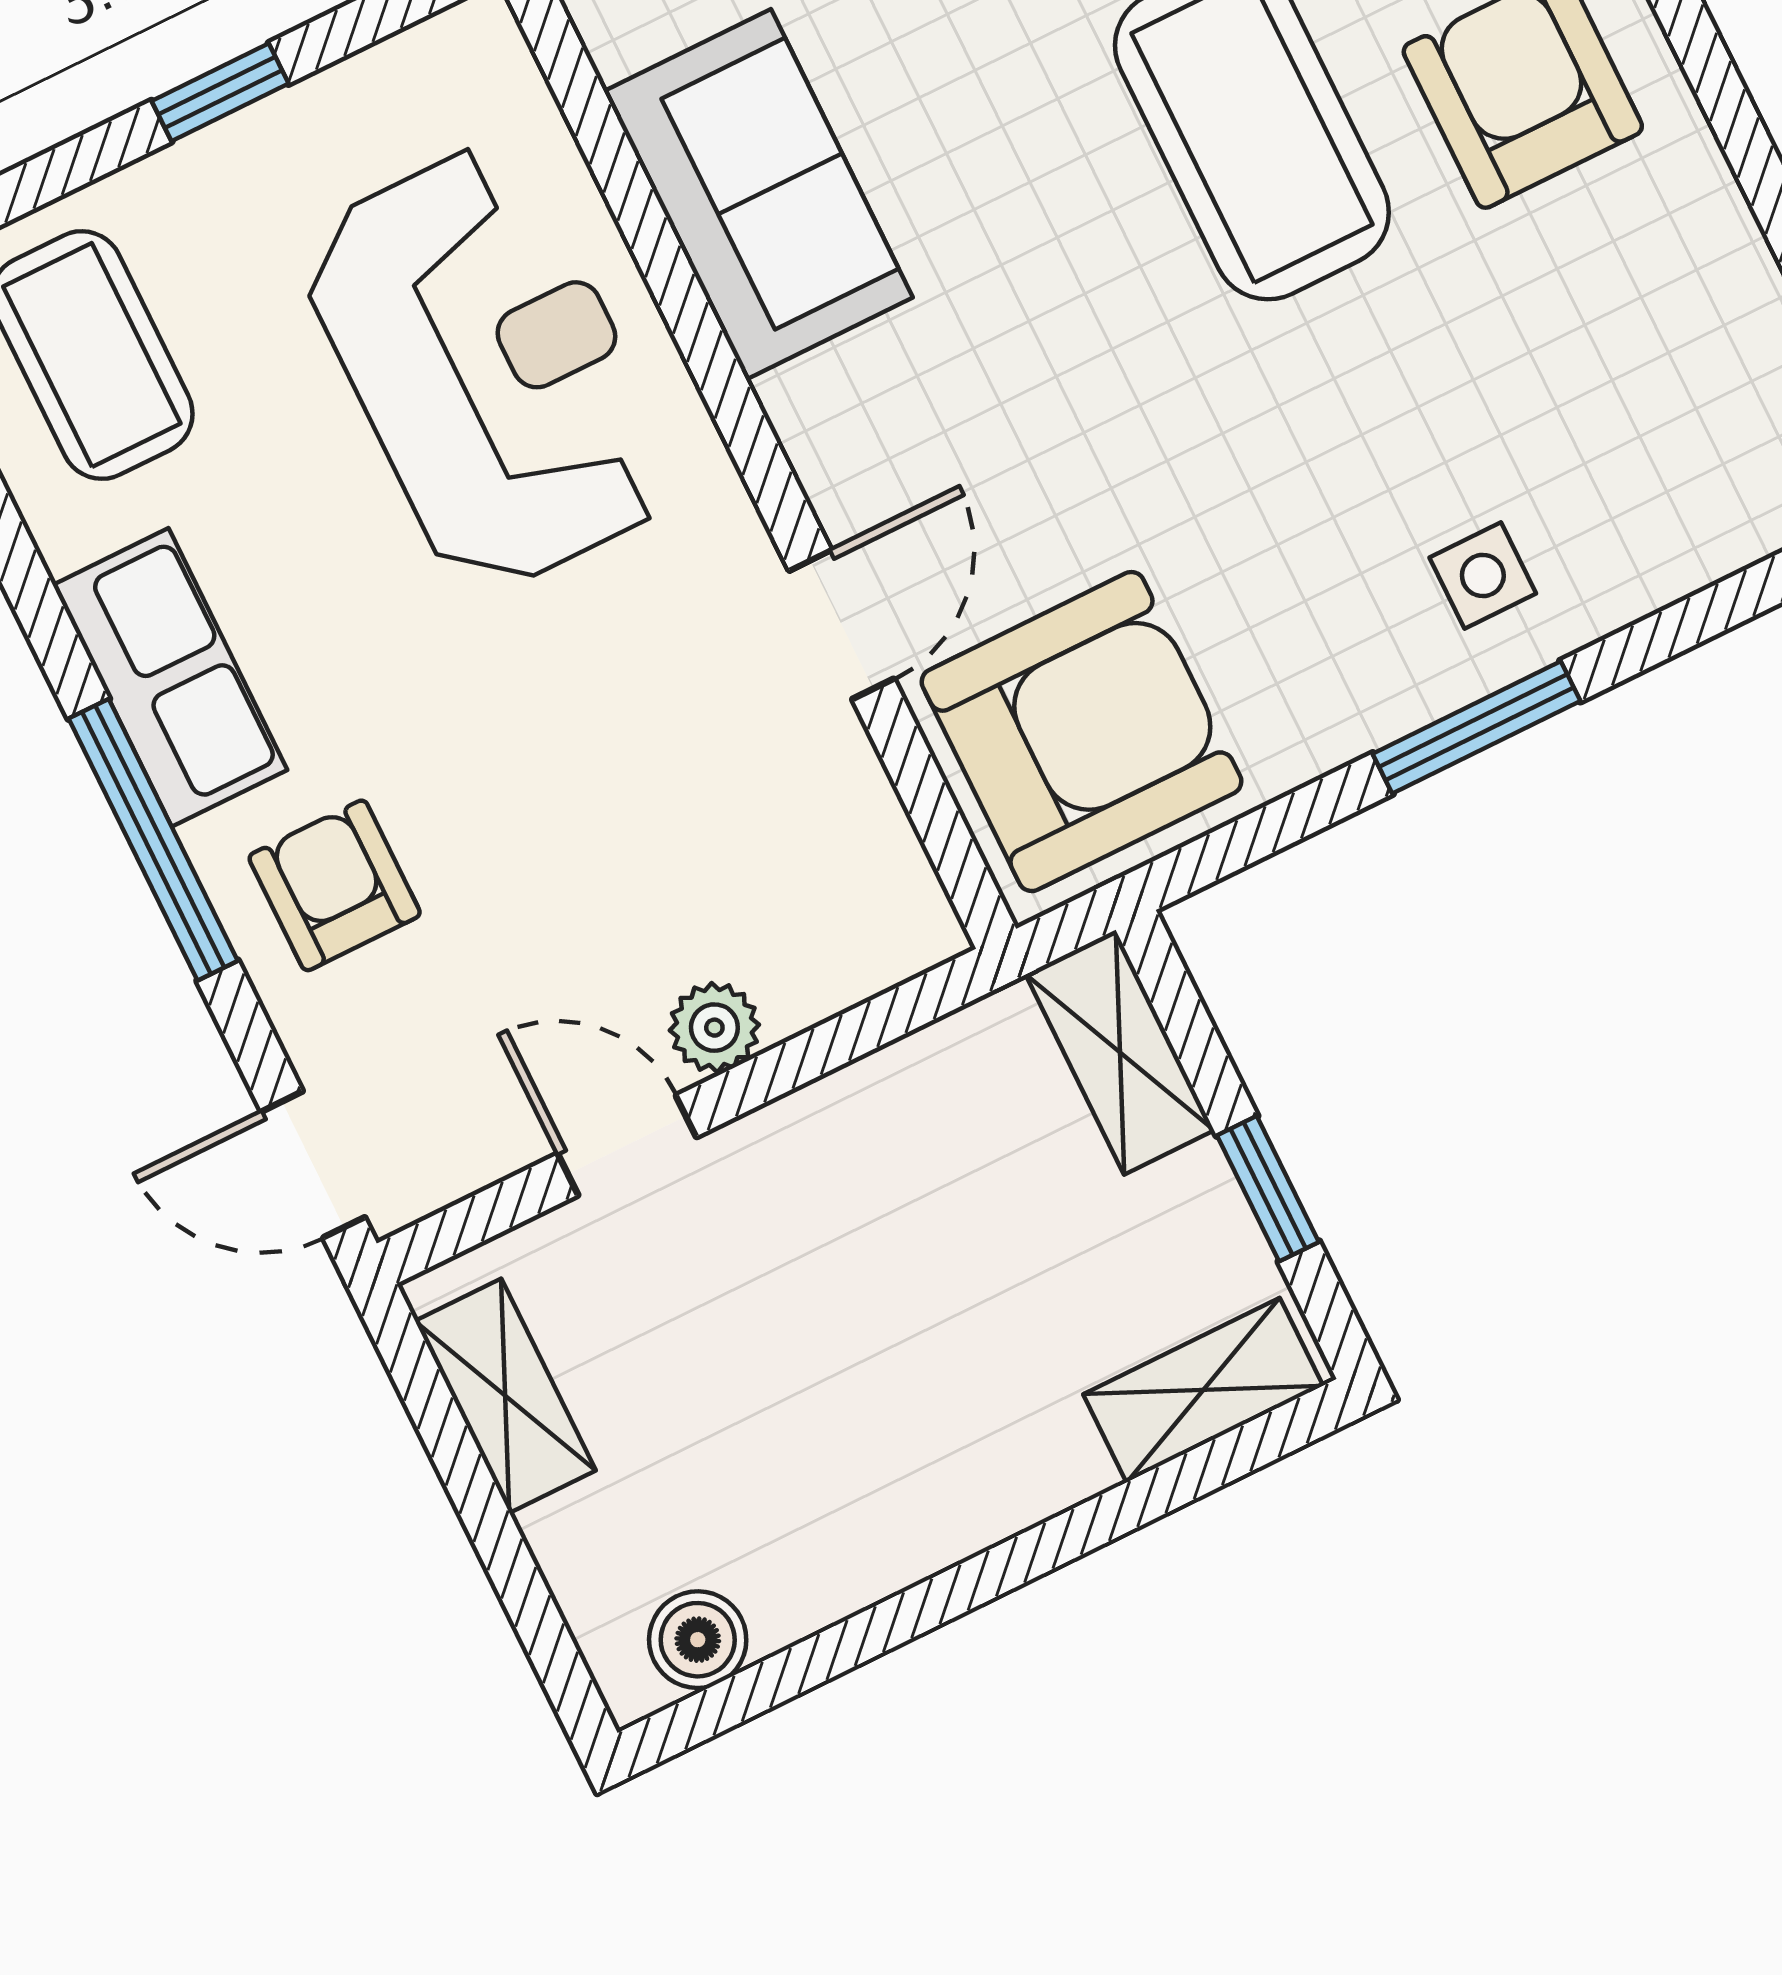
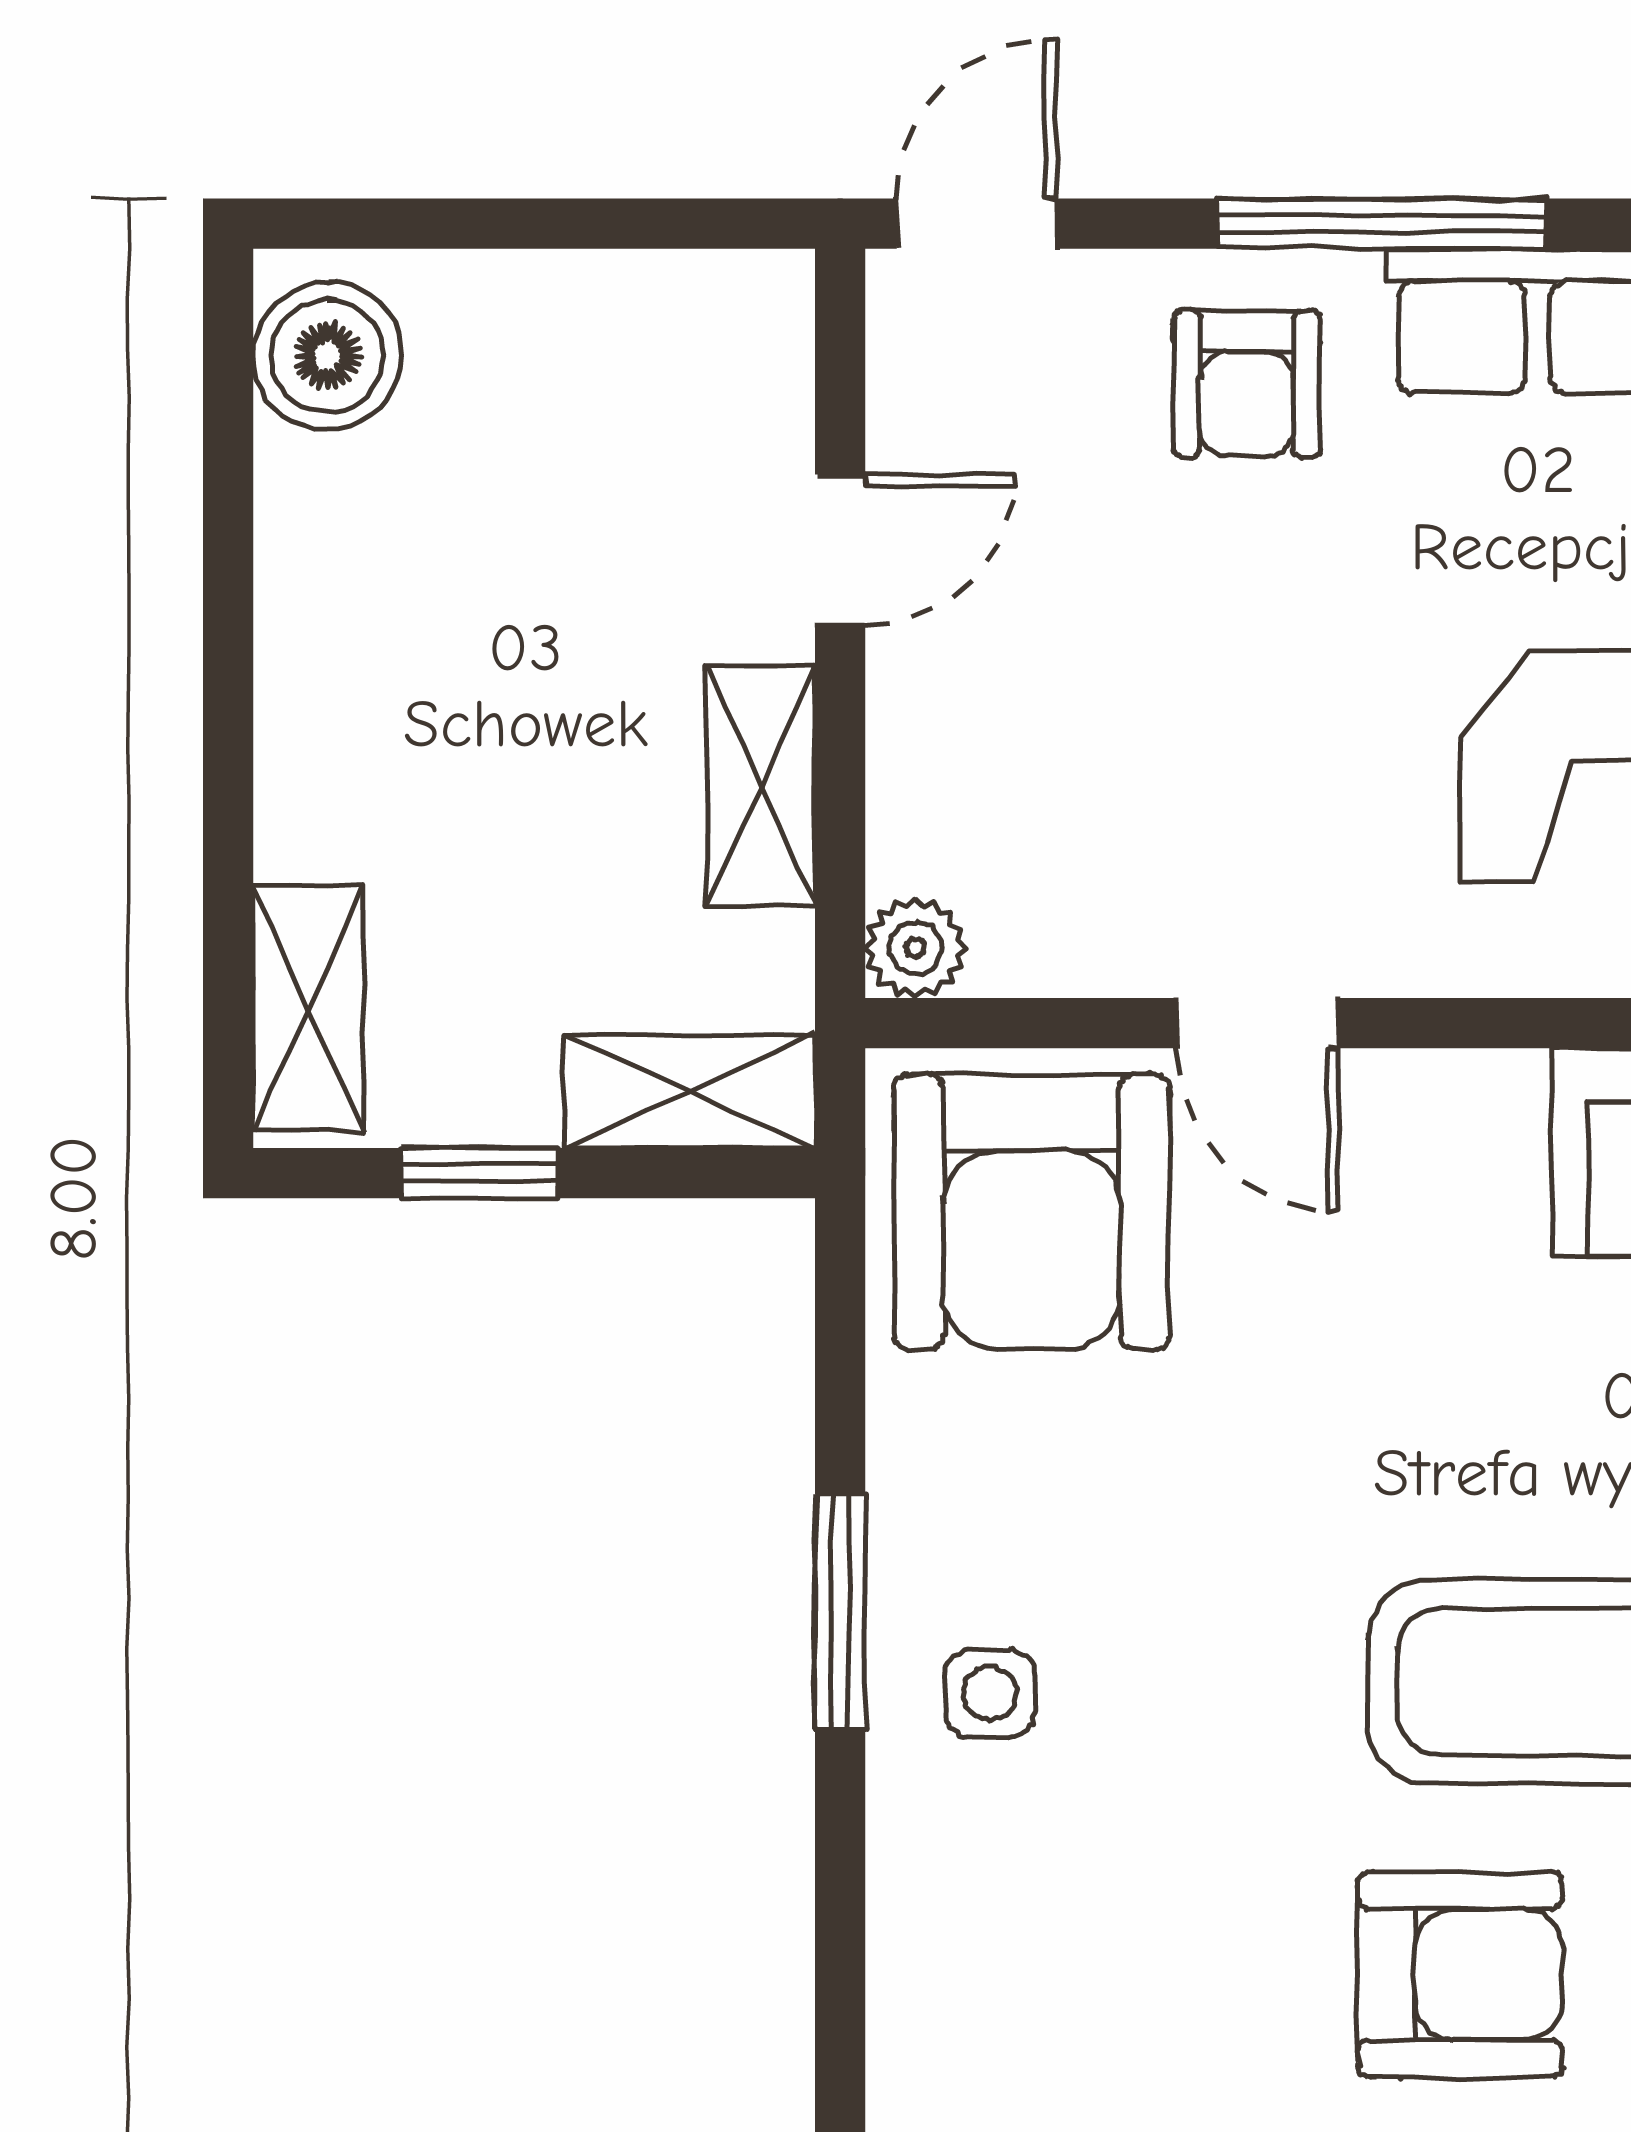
armchair: (335, 885) -> (1247, 384), turned 90
plant: (714, 1028) -> (915, 948), moved
shelving: (505, 1396) -> (761, 786), moved, turned 90
boiler: (698, 1640) -> (327, 356), width x1.36, depth x1.36

